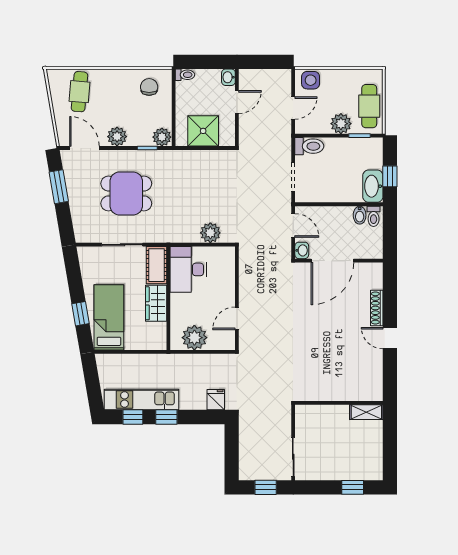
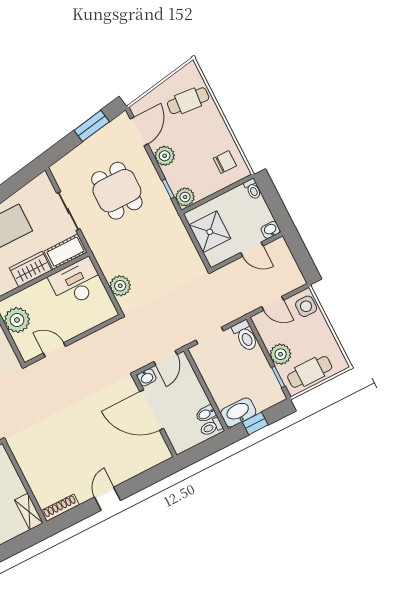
shoe rack: (377, 308) -> (60, 508), moved

